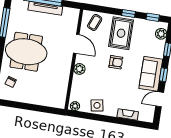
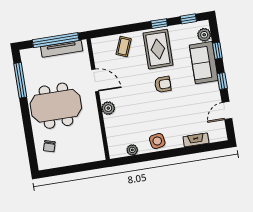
door: (76, 44) -> (95, 80), moved
wall: (74, 59) -> (98, 99), moved
plant: (79, 69) -> (108, 108), moved
sofa: (151, 74) -> (204, 63), moved

